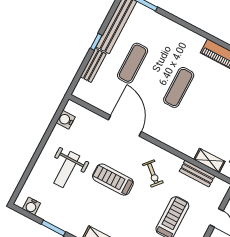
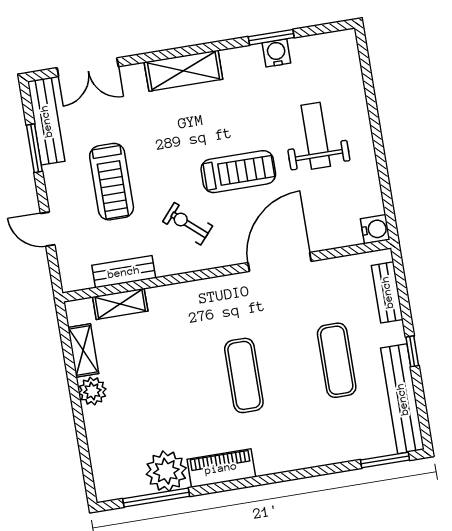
bench: (93, 65) -> (387, 292), moved
water cooler: (66, 120) -> (375, 229), moved
door: (125, 126) -> (280, 262), swing flipped
water cooler: (31, 206) -> (276, 53), moved

